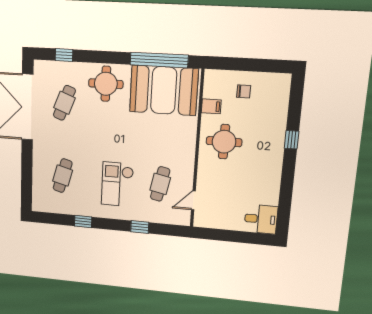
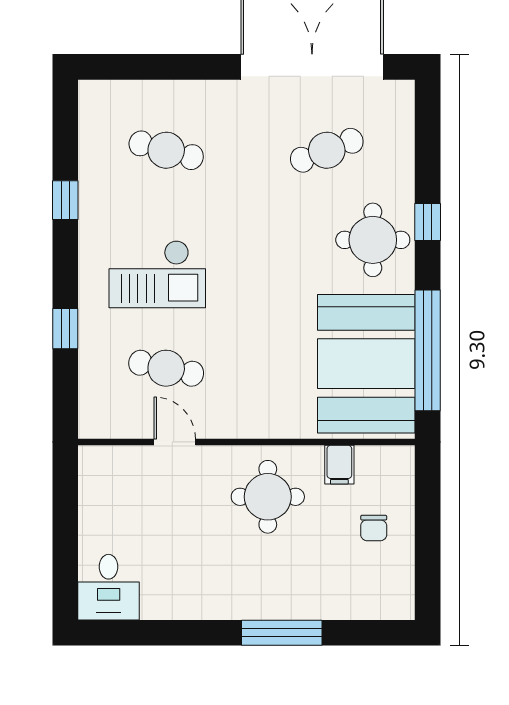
window: (64, 55) -> (428, 222), moved
cafe table: (64, 103) -> (327, 150), turned -42
window: (292, 140) -> (282, 633), width x2.17
checkout: (117, 184) -> (157, 274), turned 180
door: (193, 200) -> (175, 442), moved

